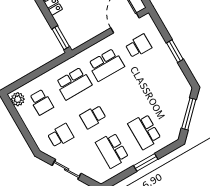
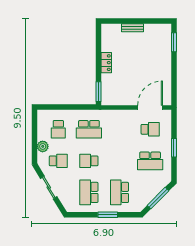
school desk: (106, 65) -> (150, 161), moved
plant: (18, 99) -> (43, 146), moved

